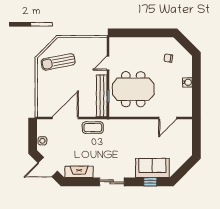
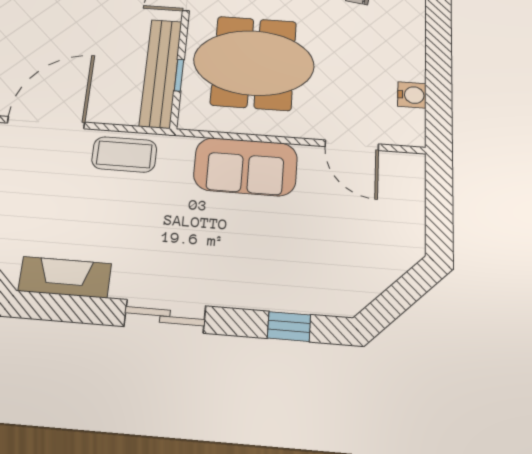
water cooler: (187, 82) -> (412, 95), moved
door: (168, 118) -> (352, 145), hinge flipped
sofa: (152, 168) -> (245, 167), moved, turned 180

